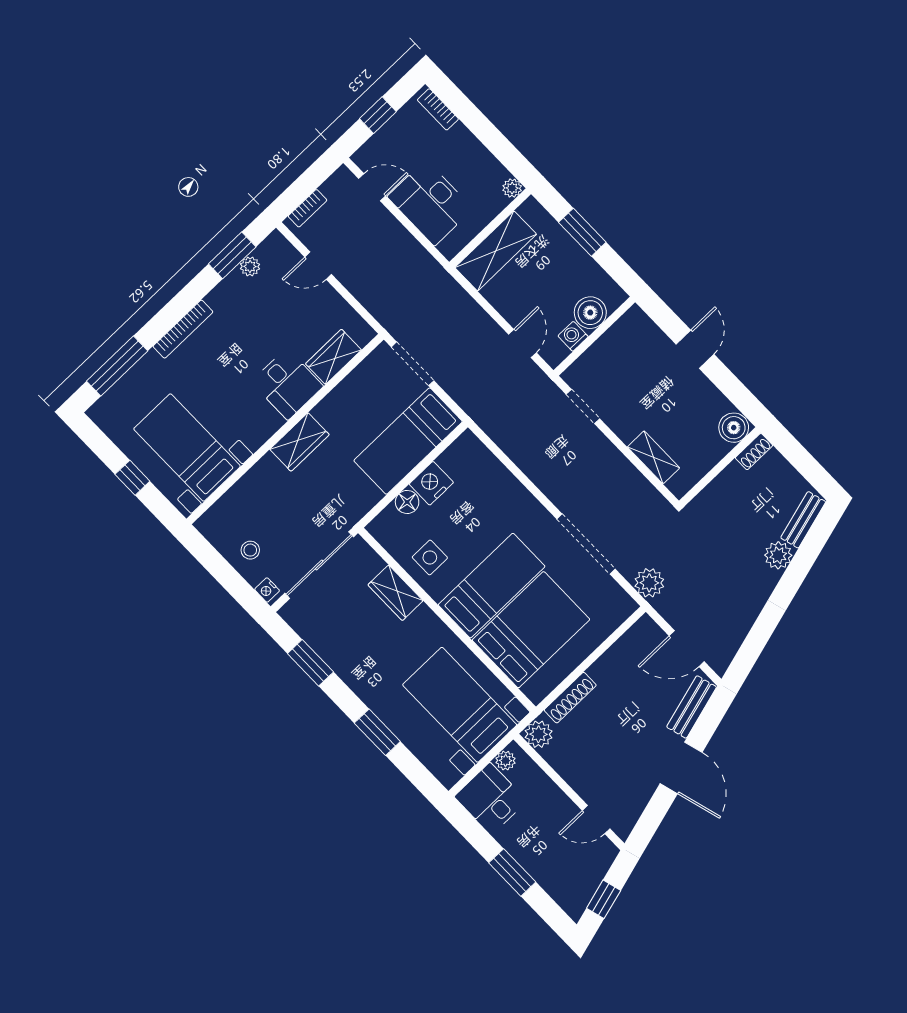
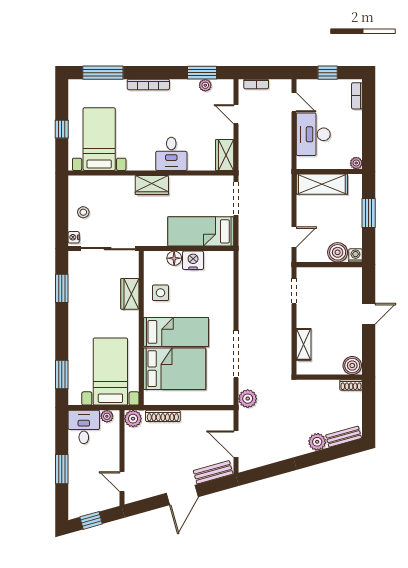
washing machine: (573, 336) -> (355, 255), moved
wardrobe: (333, 357) -> (225, 155), moved, turned -90
window: (377, 732) -> (62, 374), moved

